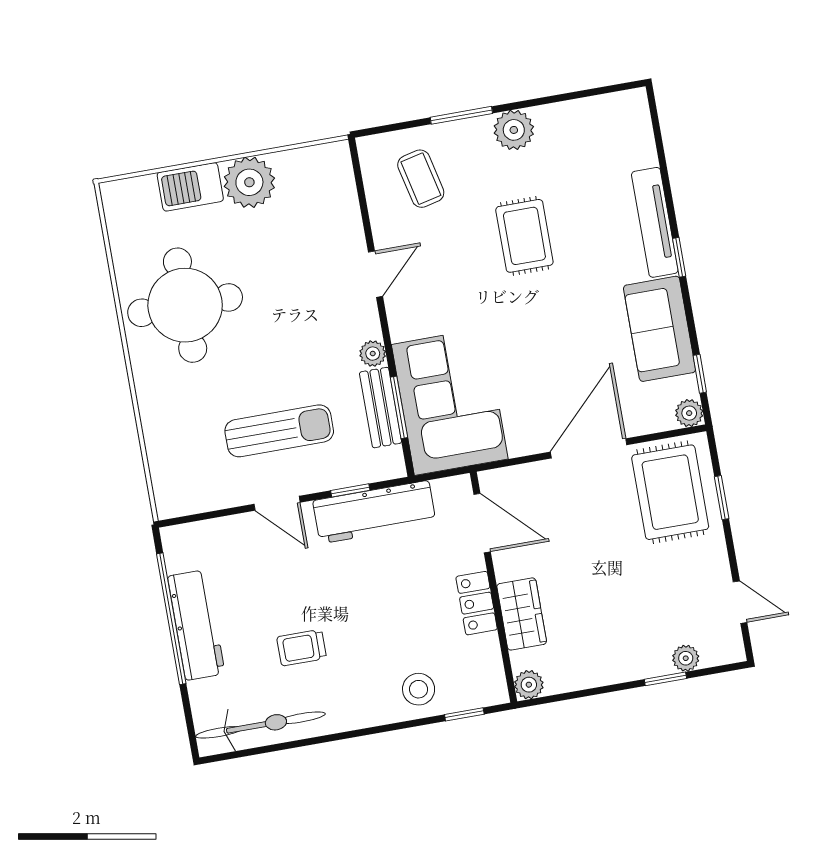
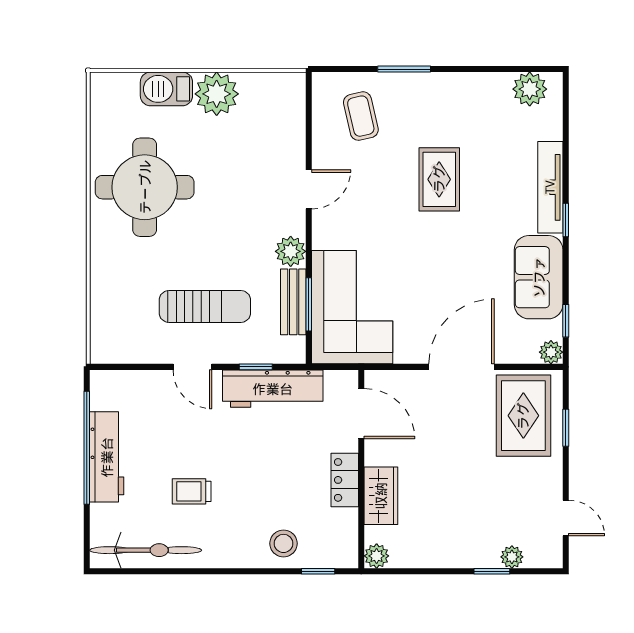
plant: (514, 130) -> (530, 89), moved
plant: (373, 354) -> (291, 251), width x1.38, depth x1.38

